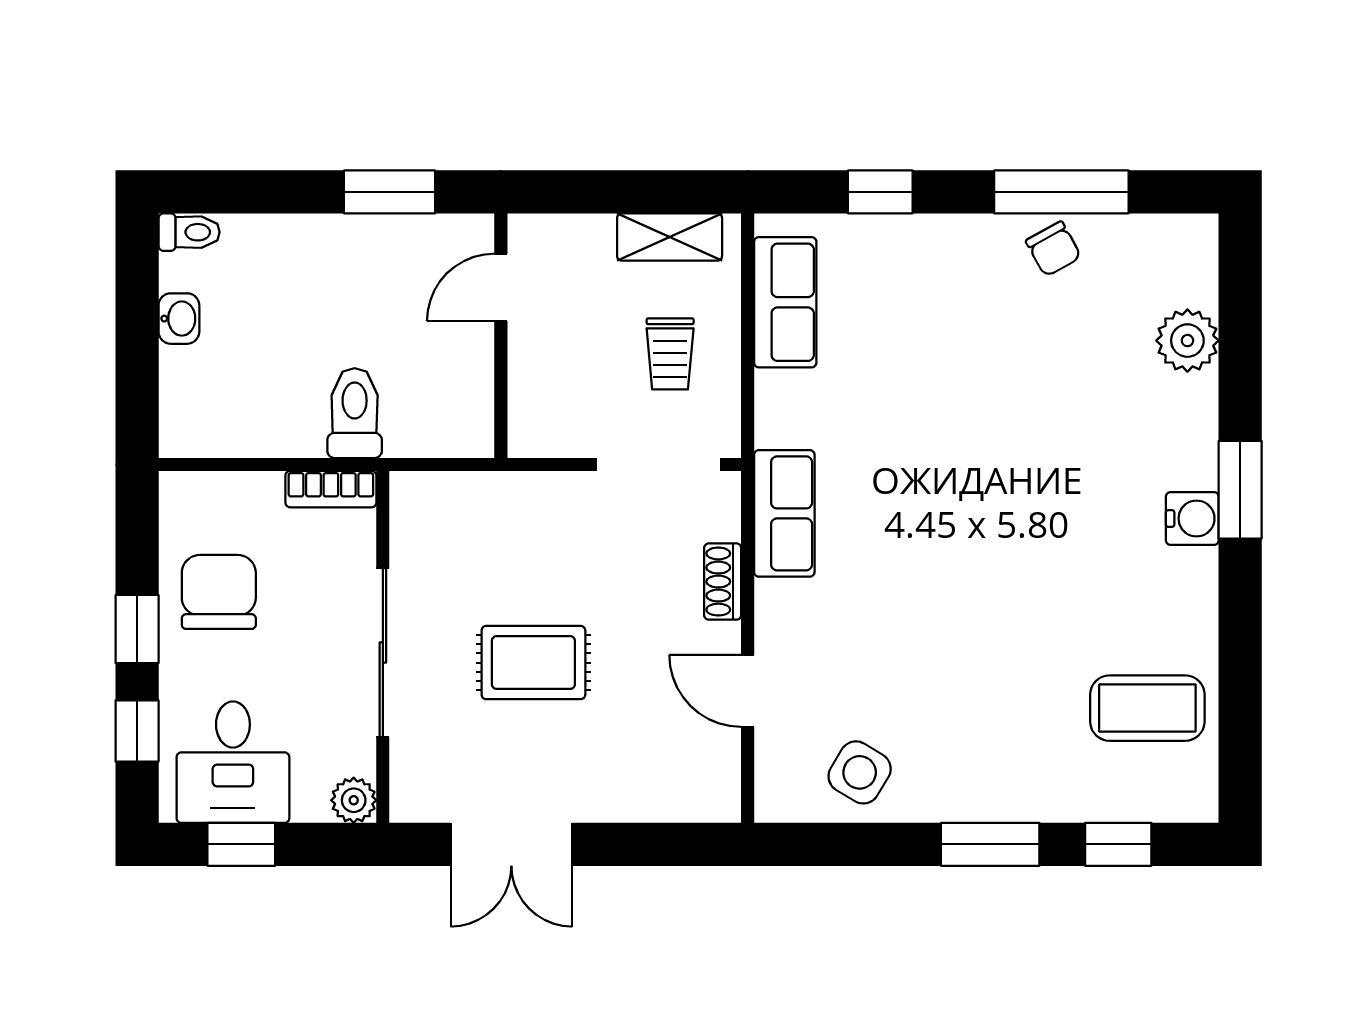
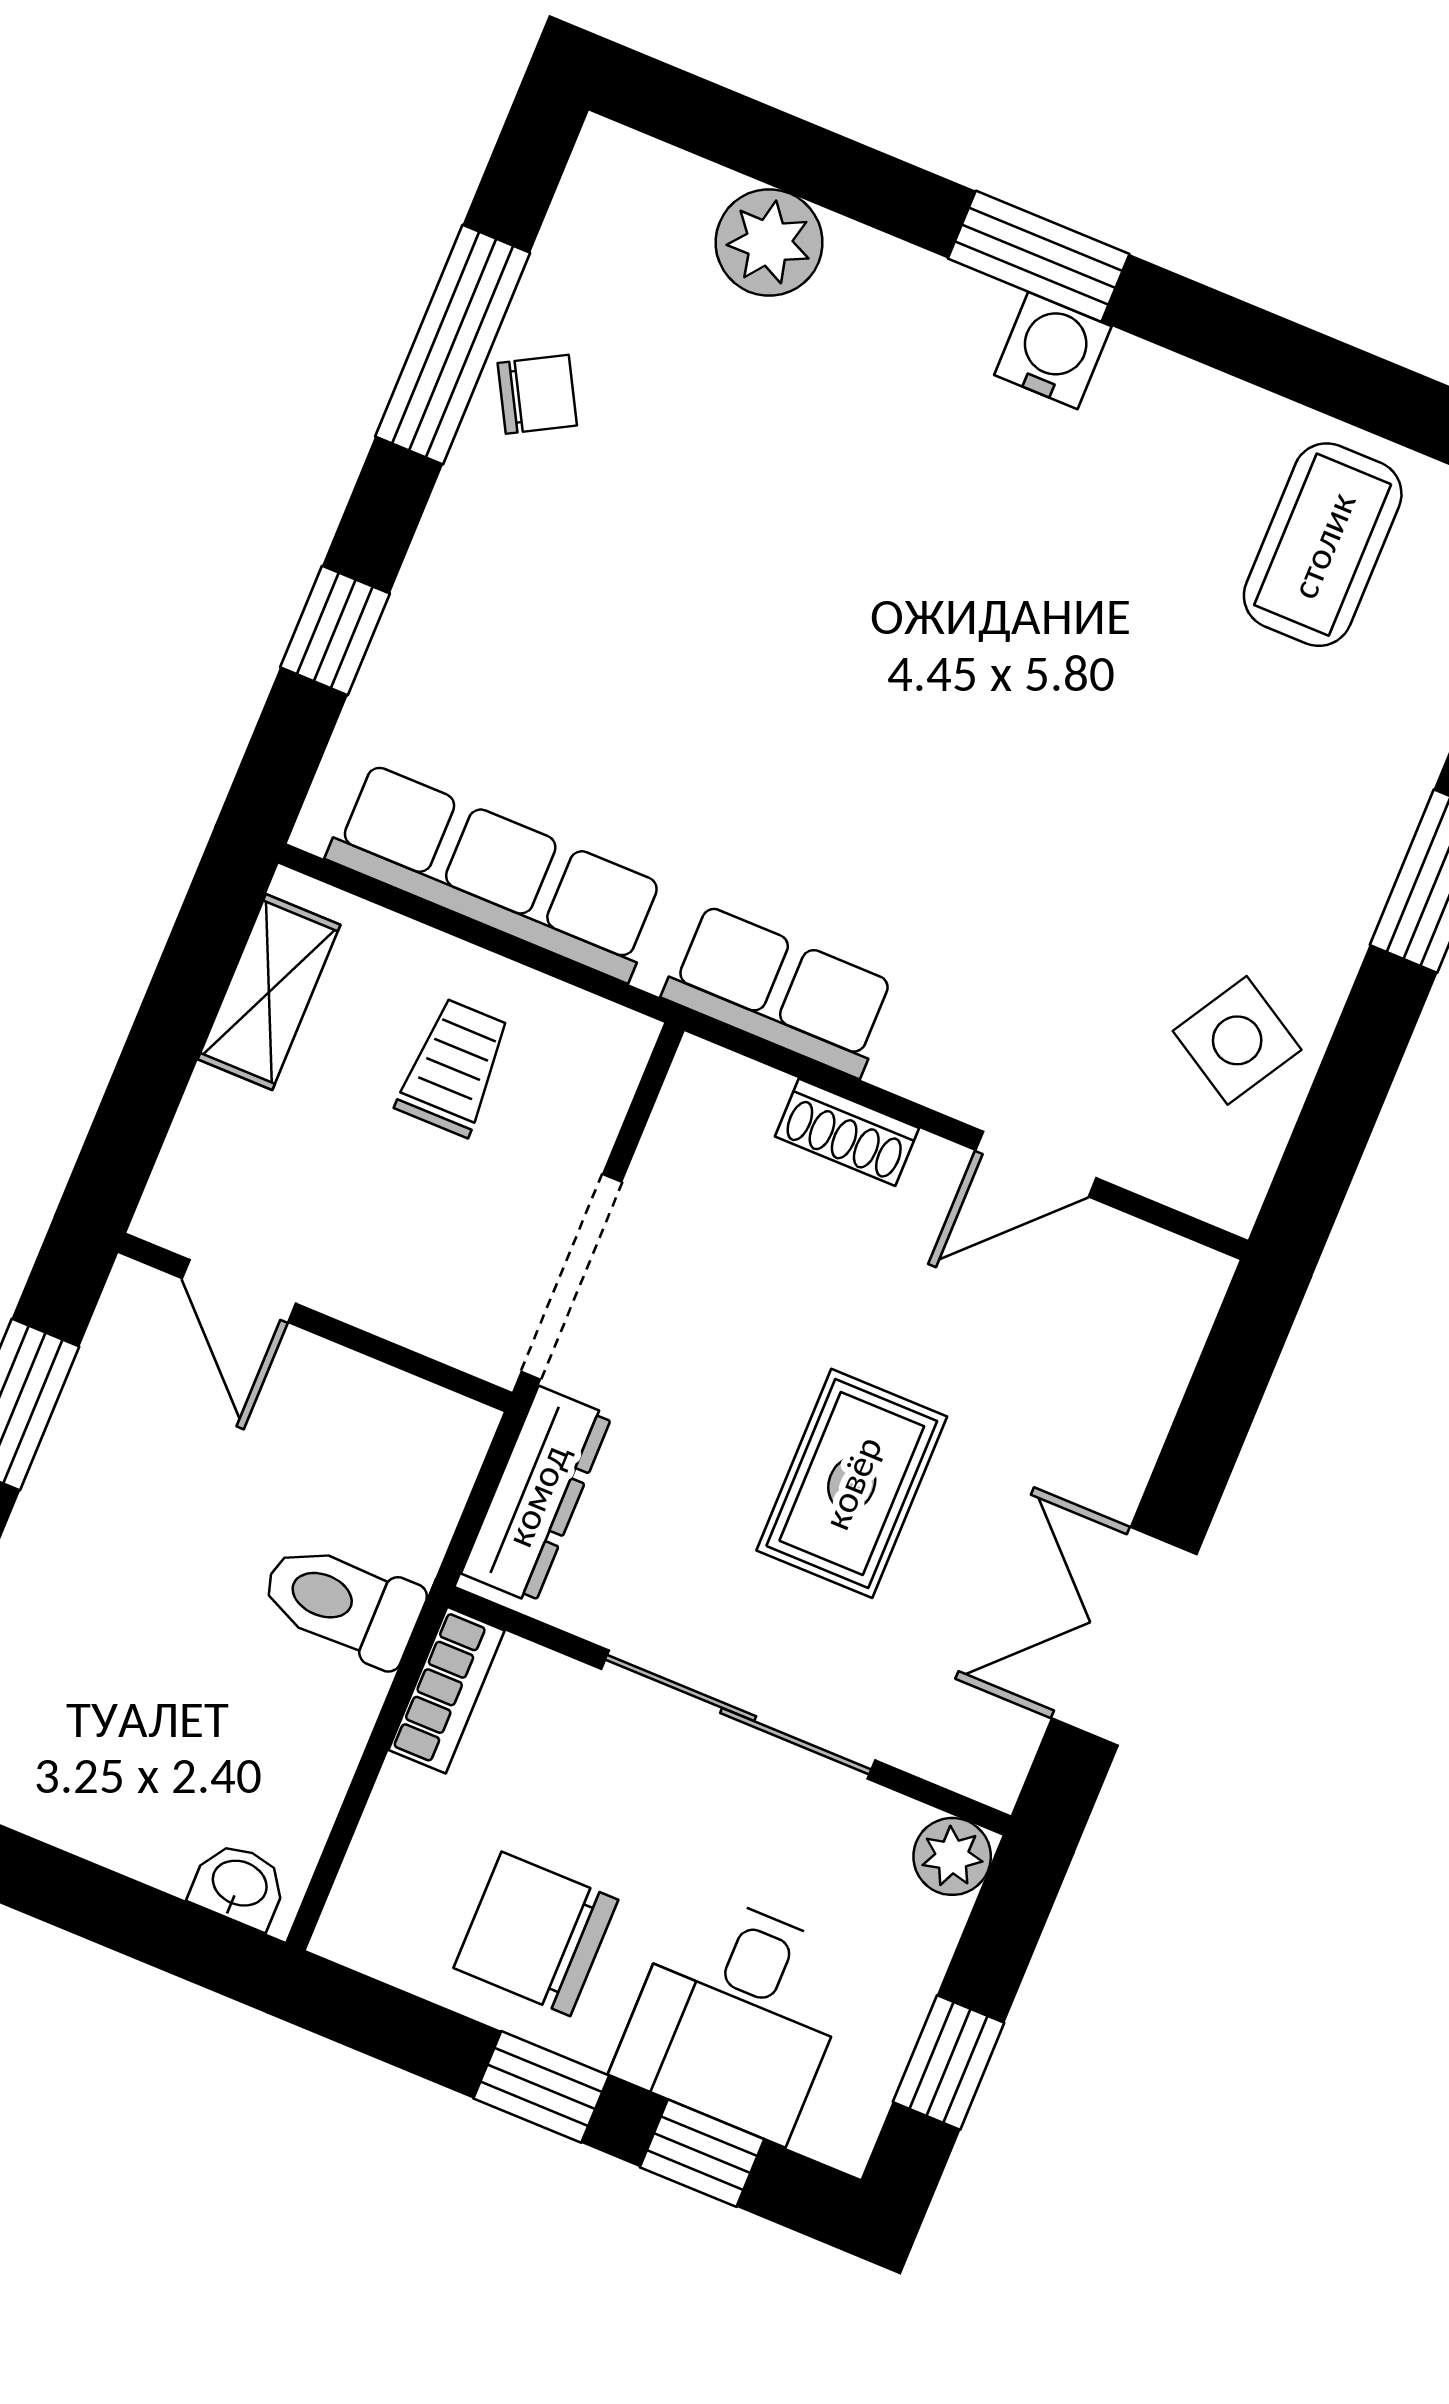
row of seats: (785, 302) -> (496, 872), width x1.48
washbasin: (179, 319) -> (239, 1885), moved
trolley: (670, 354) -> (454, 1067), turned -90
doorway: (659, 464) -> (571, 1277), moved
dresser: (457, 494) -> (537, 1495), added
desk: (233, 762) -> (736, 2015), moved, turned 90
double door: (511, 844) -> (1124, 1636), swing flipped

